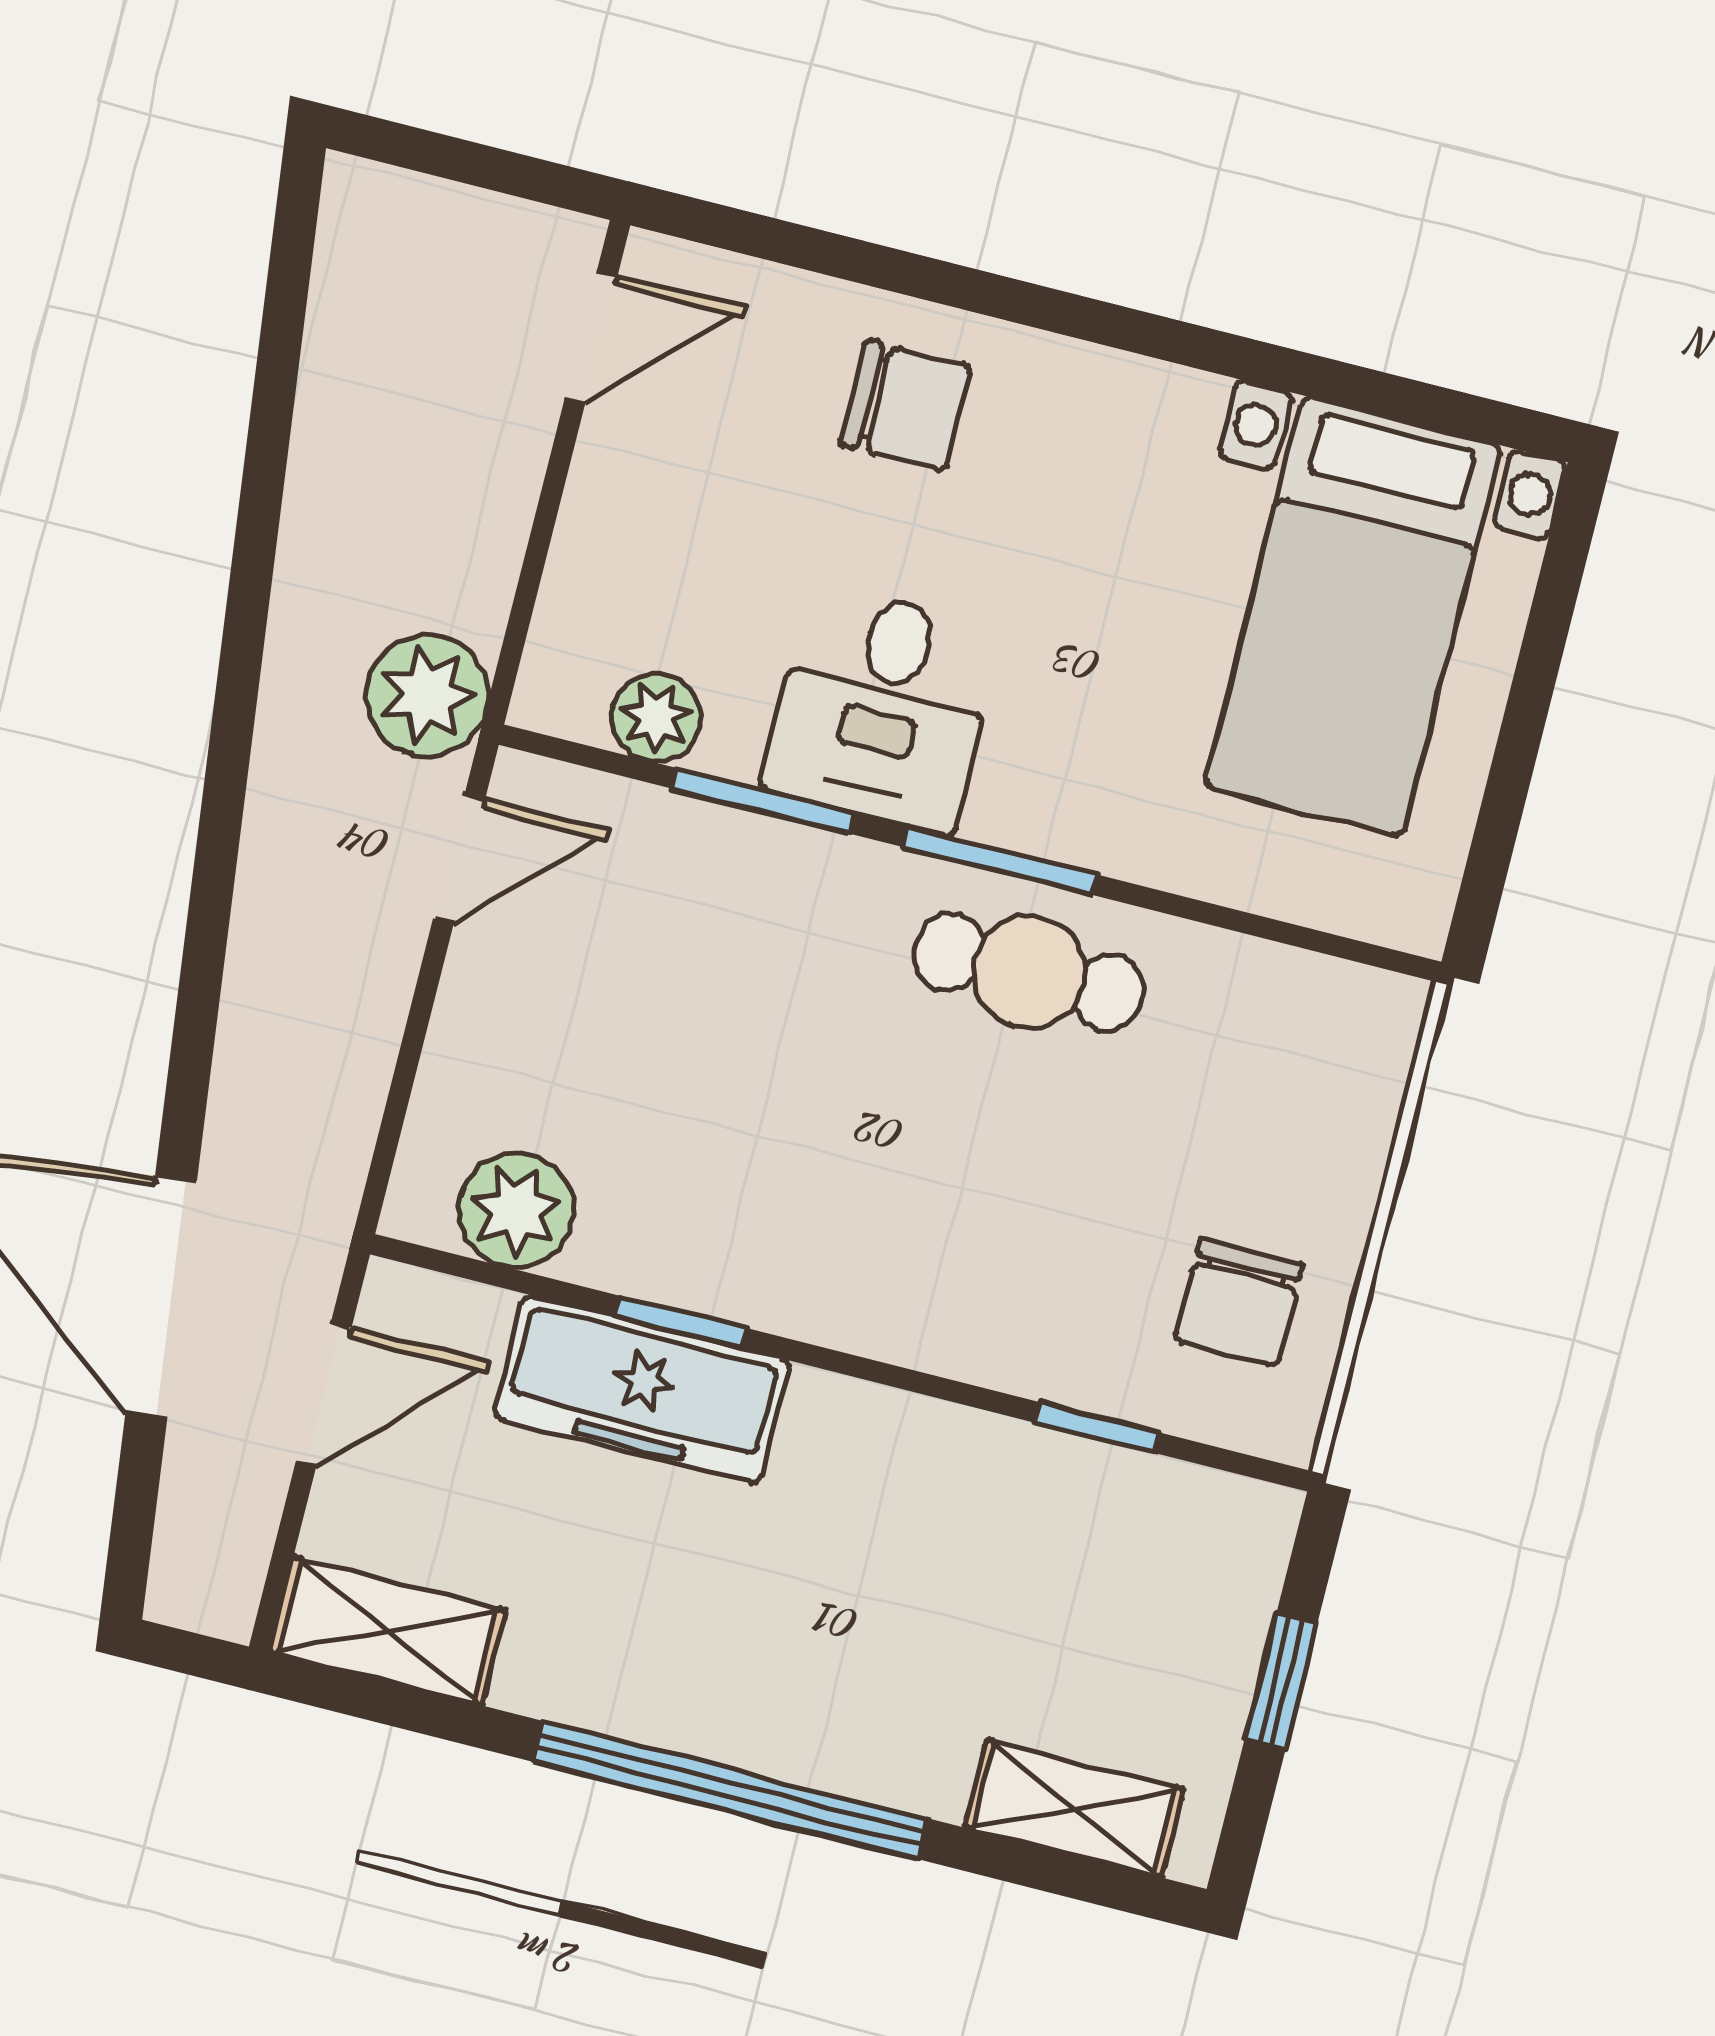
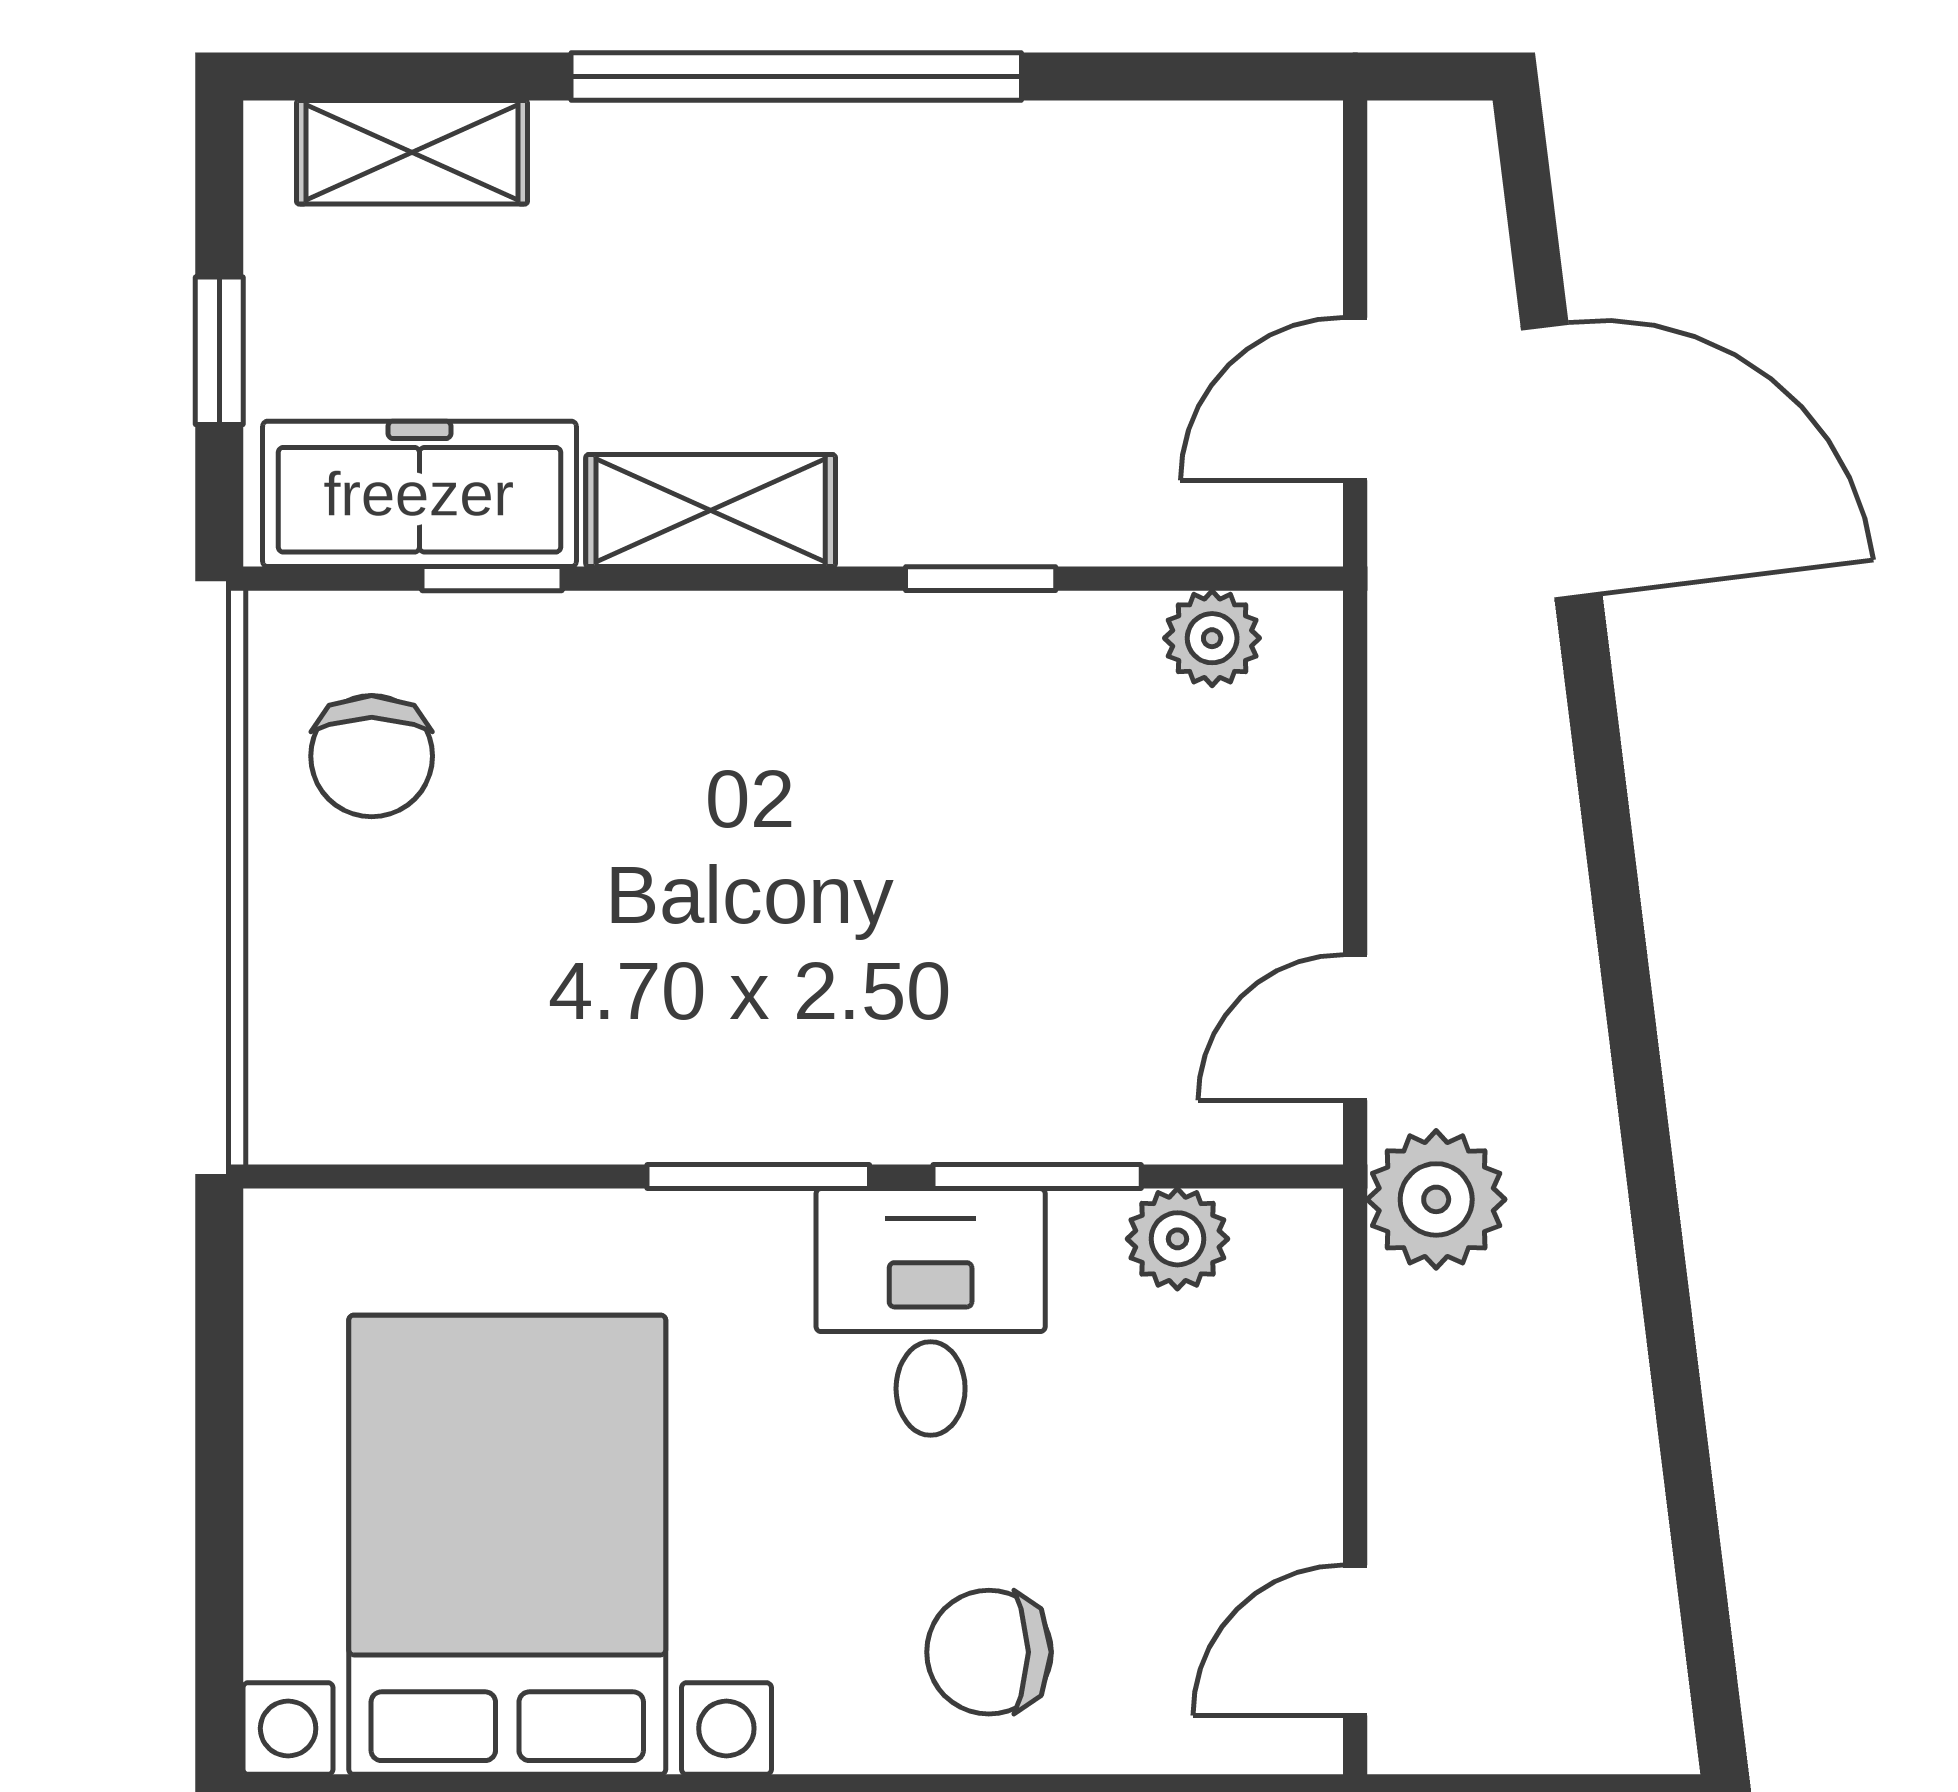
bed with nightstands: (1353, 616) -> (507, 1545), width x1.36
cafe table: (1029, 972) -> (695, 1062), removed
plant: (516, 1210) -> (1212, 638), width x0.73, depth x0.73
chair: (1239, 1302) -> (372, 756), turned 180
freezer: (642, 1389) -> (419, 494), moved
shelving: (388, 1631) -> (711, 511), moved

